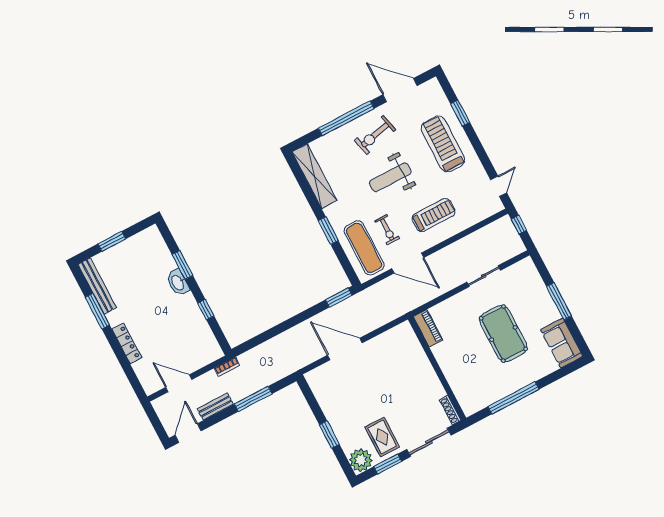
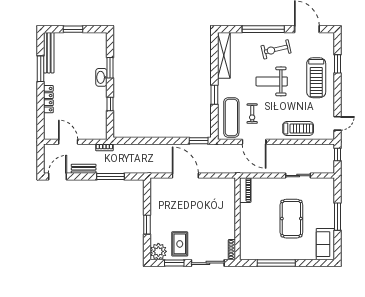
treadmill: (443, 144) -> (316, 78), turned 180
treadmill: (434, 215) -> (298, 128), moved

